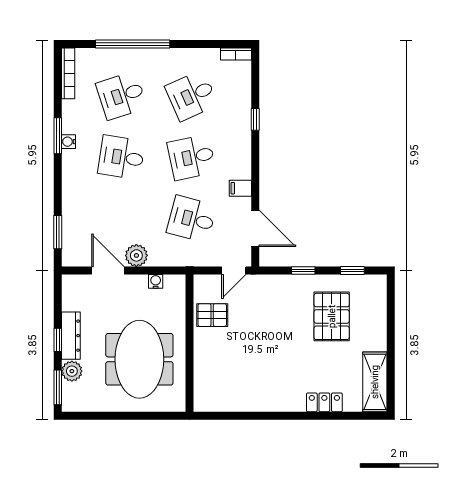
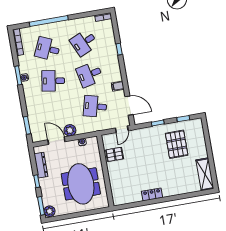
desk: (121, 96) -> (48, 49), turned 42
dresser: (71, 336) -> (41, 165), moved
plant: (72, 371) -> (50, 211), moved
locker: (324, 402) -> (152, 194), moved

